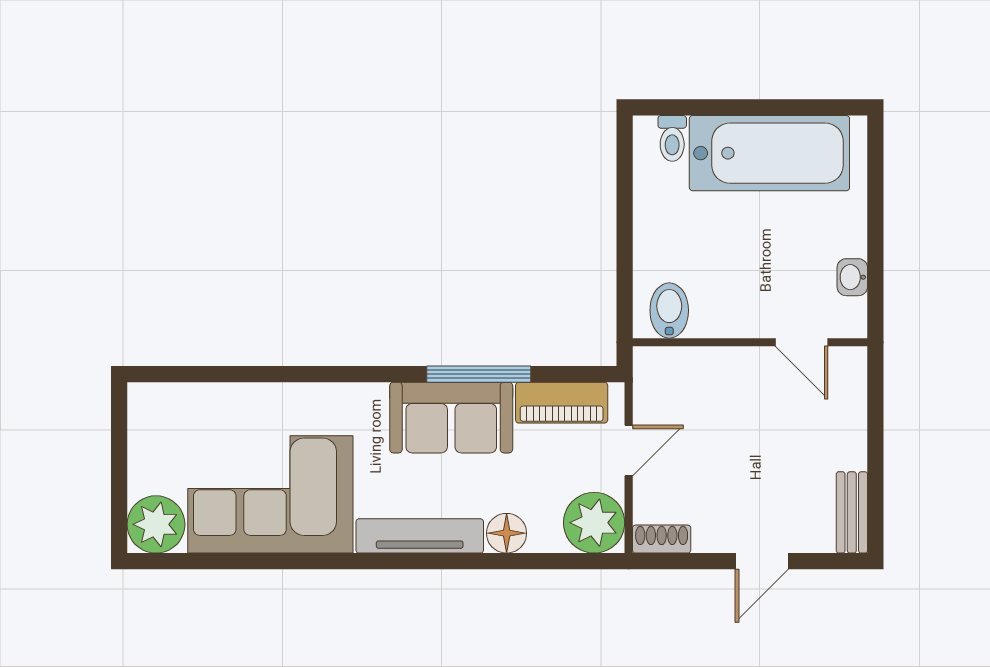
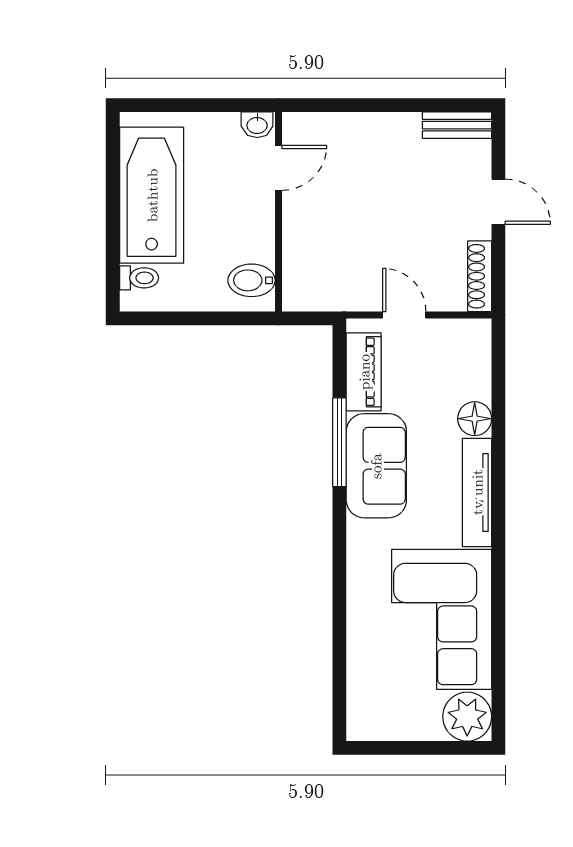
bidet: (669, 311) -> (252, 280), moved
wall: (750, 342) -> (279, 212), moved
door: (802, 342) -> (279, 168), moved
plant: (594, 523) -> (466, 344), removed
shoe rack: (662, 539) -> (480, 276), width x1.43

